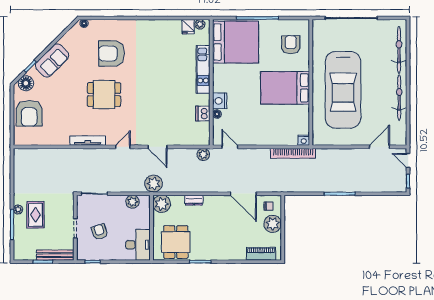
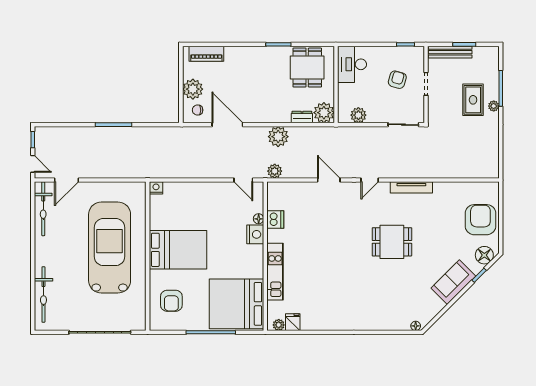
armchair: (111, 53) -> (383, 290), removed
bicycle: (399, 97) -> (43, 209), moved
bookcase: (293, 153) -> (169, 172), removed
plant: (154, 184) -> (278, 137), moved
dresser: (194, 200) -> (302, 117), moved
armchair: (100, 232) -> (397, 80), turned -146

